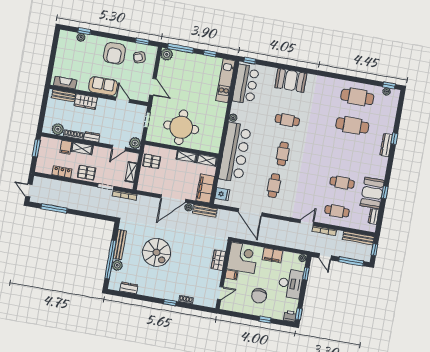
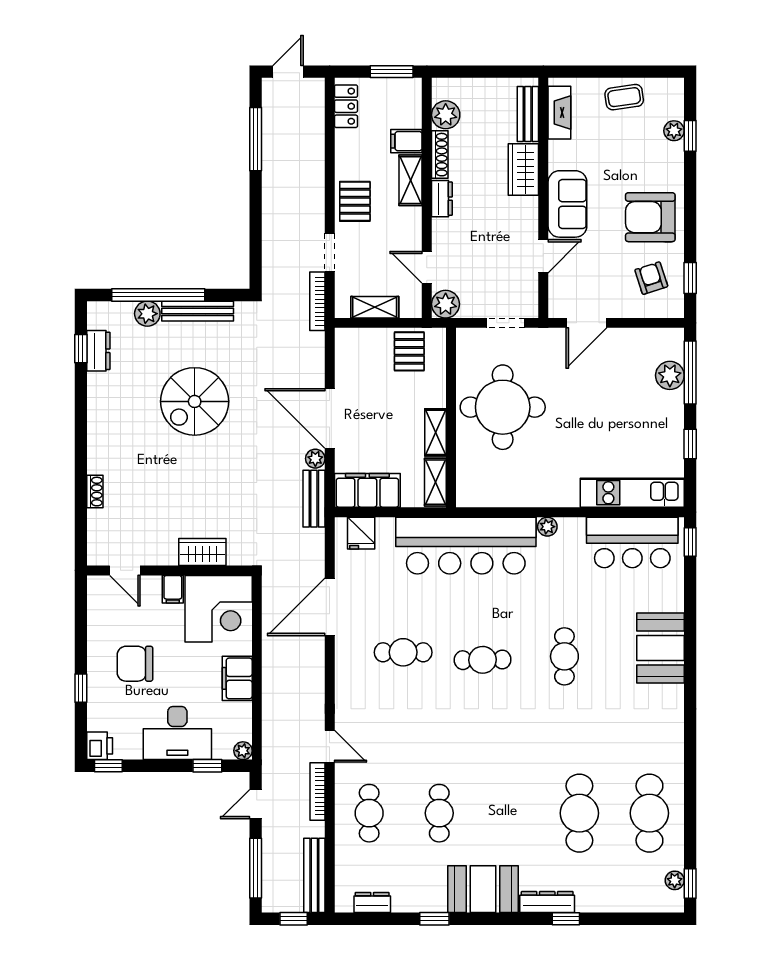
plant: (167, 54) -> (670, 375), moved
coffee table: (64, 55) -> (624, 97), added
locker: (62, 172) -> (346, 106), moved
booth: (372, 193) -> (483, 889), moved
window: (170, 303) -> (81, 349), moved

